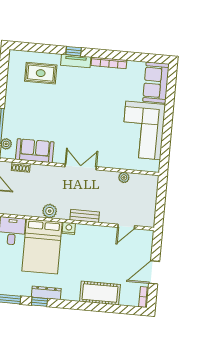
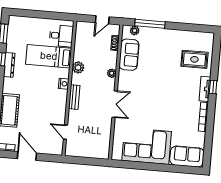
rug: (41, 73) -> (194, 59), turned 90
double door: (81, 167) -> (115, 104), moved
plant: (124, 177) -> (112, 73), moved
bed: (42, 246) -> (49, 56), width x0.67

